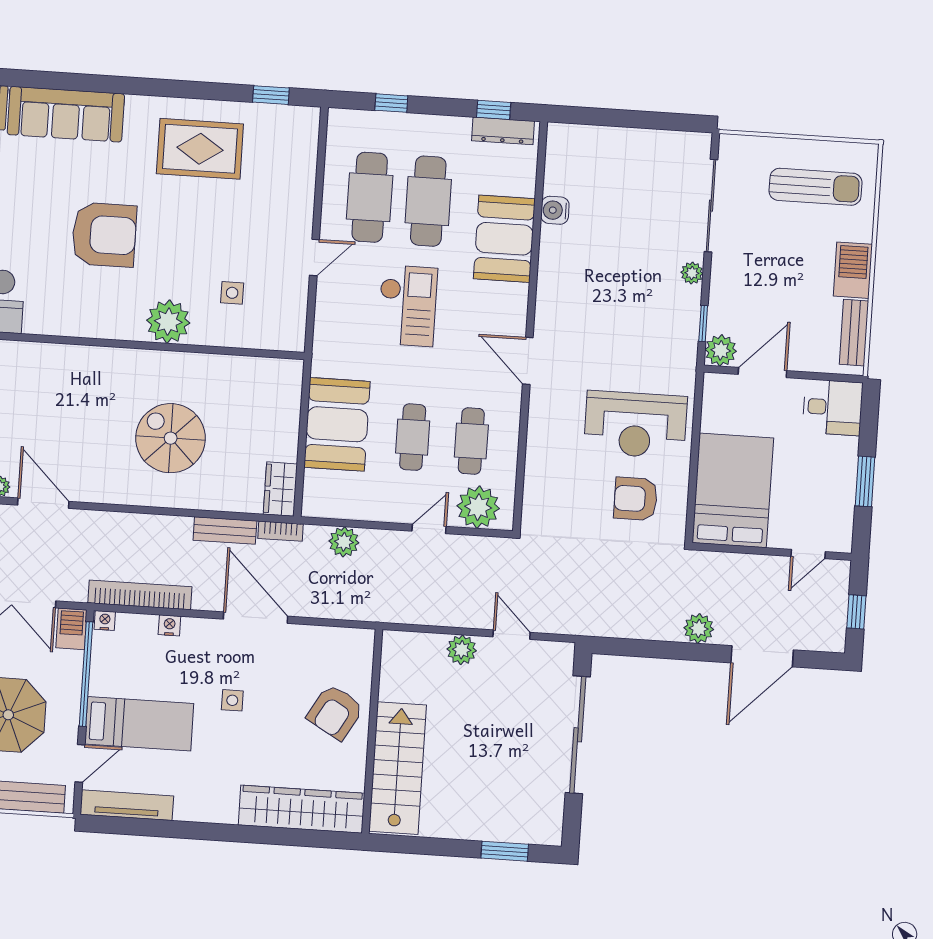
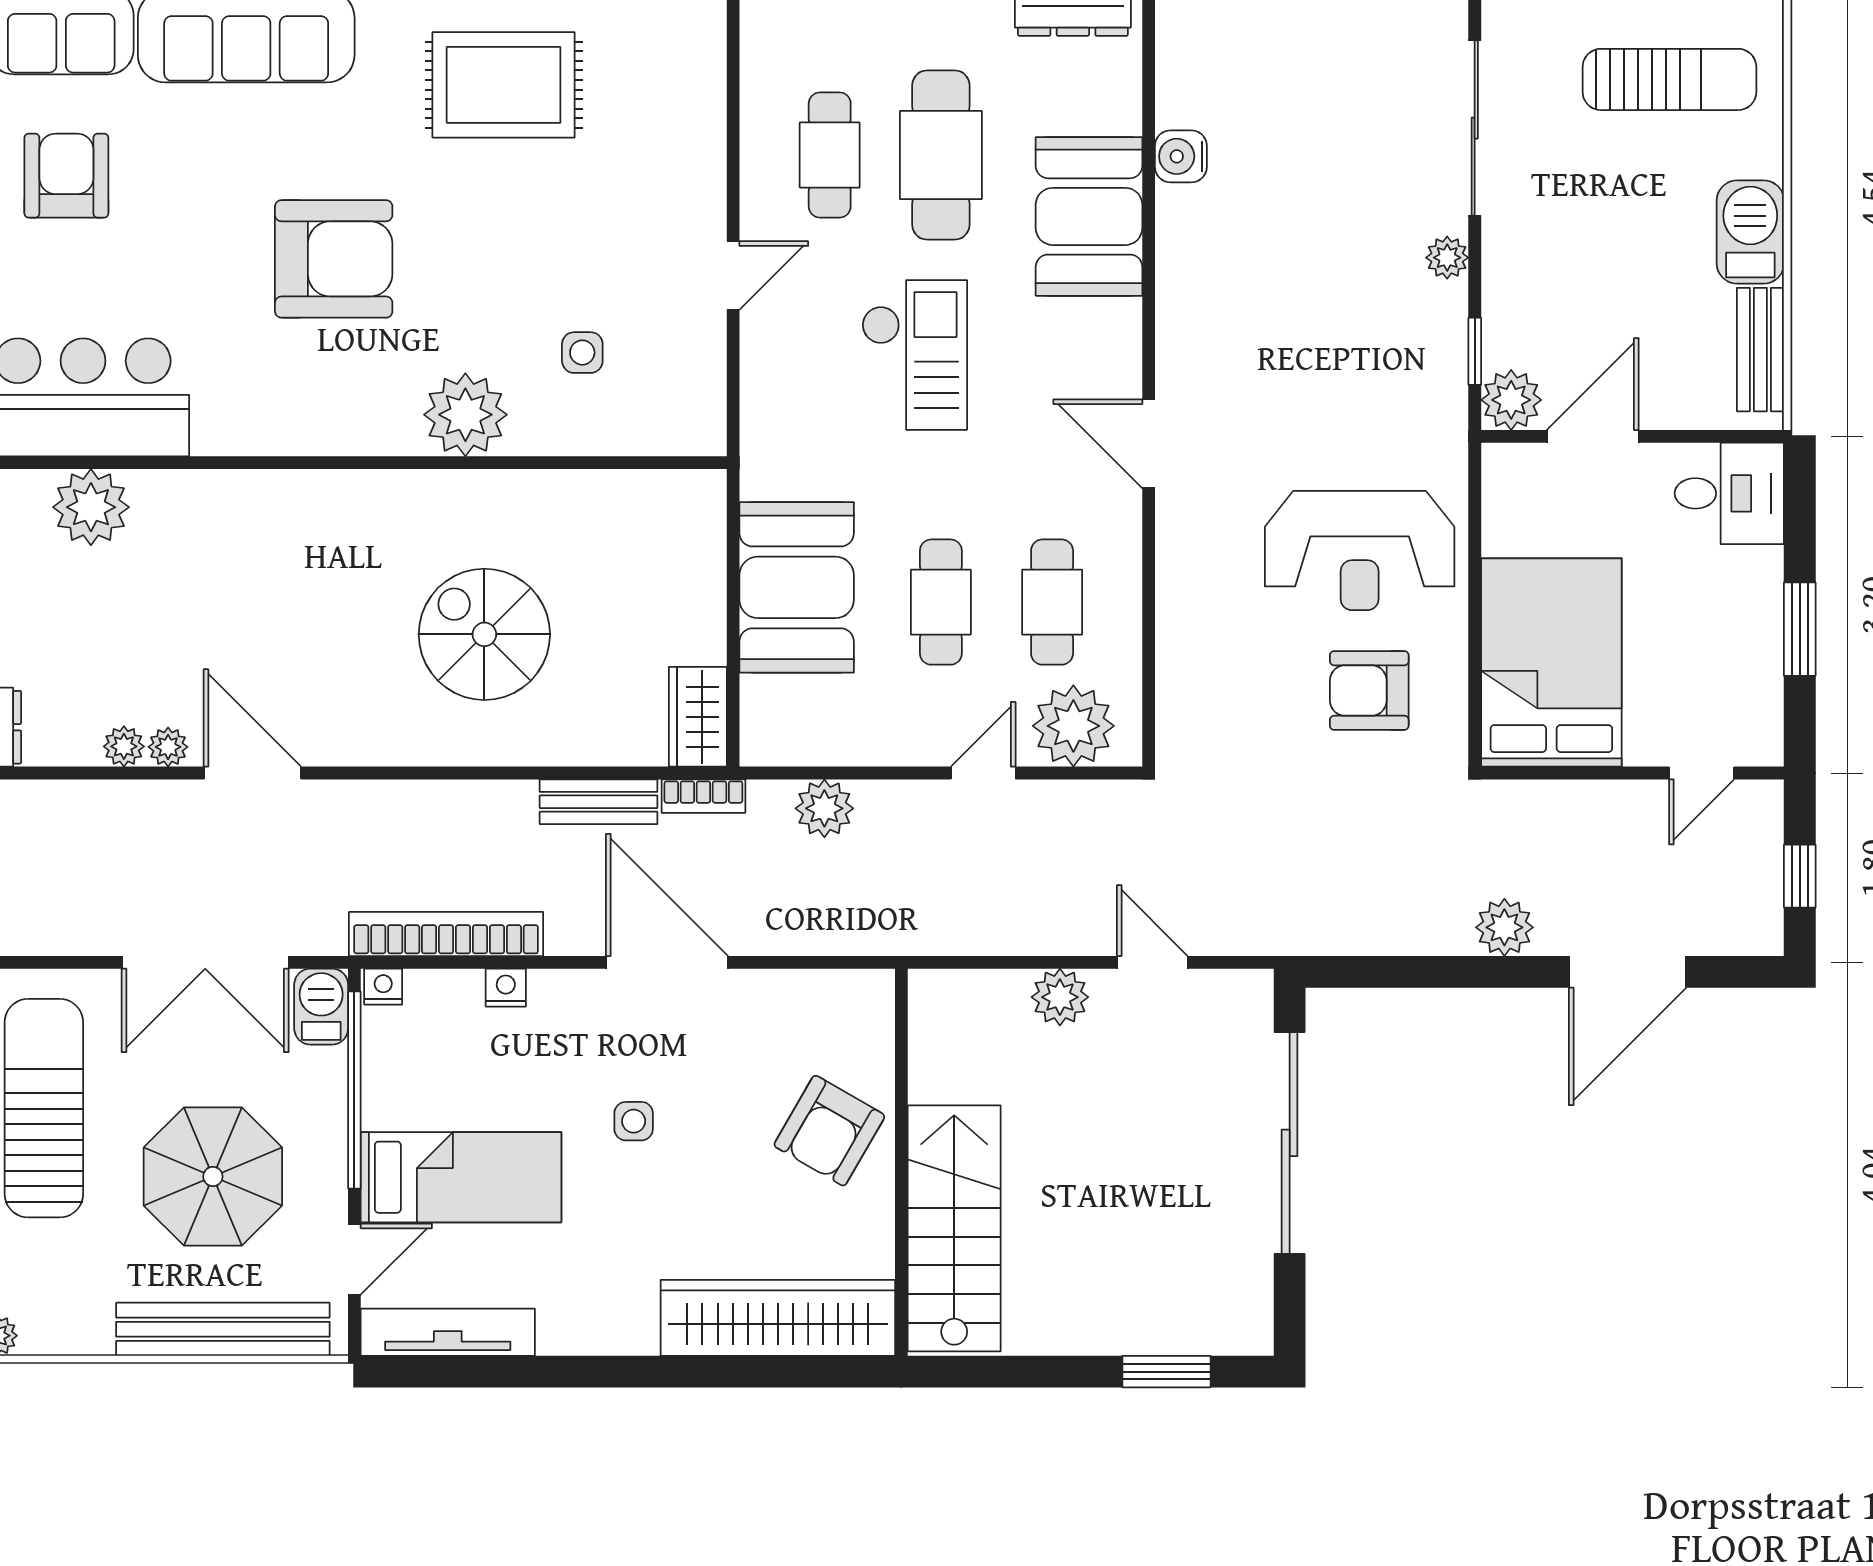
cafe table: (370, 197) -> (830, 155), width x0.73, depth x0.74

